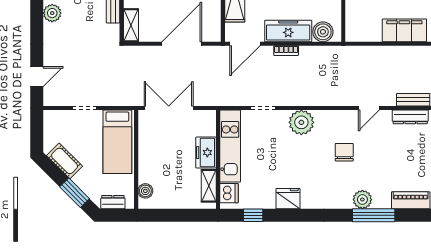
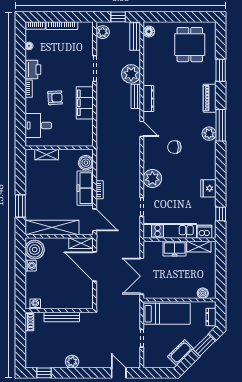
shelving: (131, 25) -> (81, 243), moved

